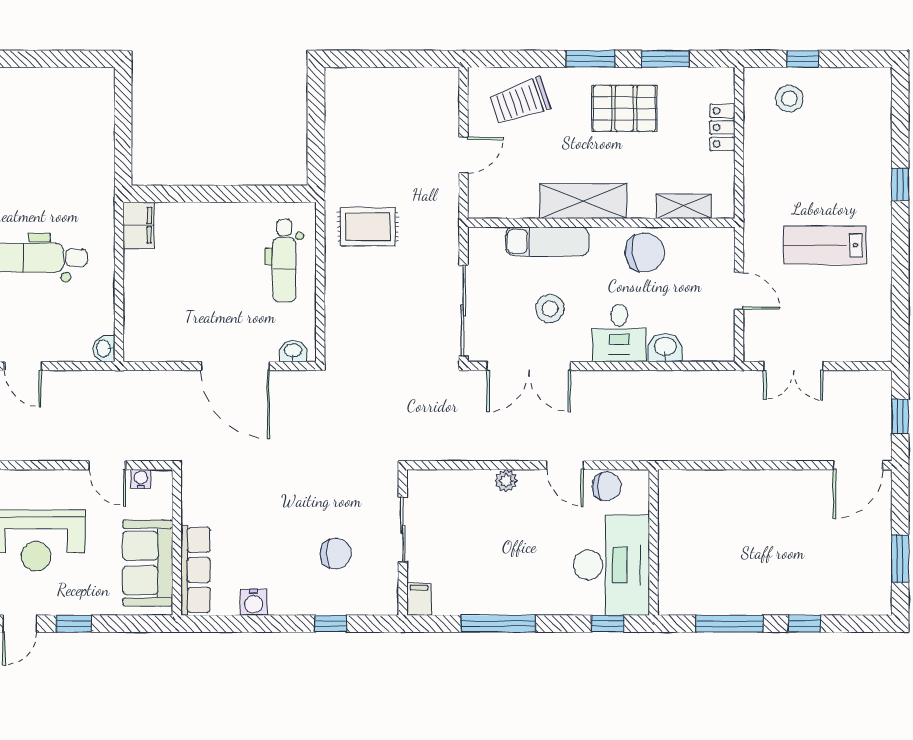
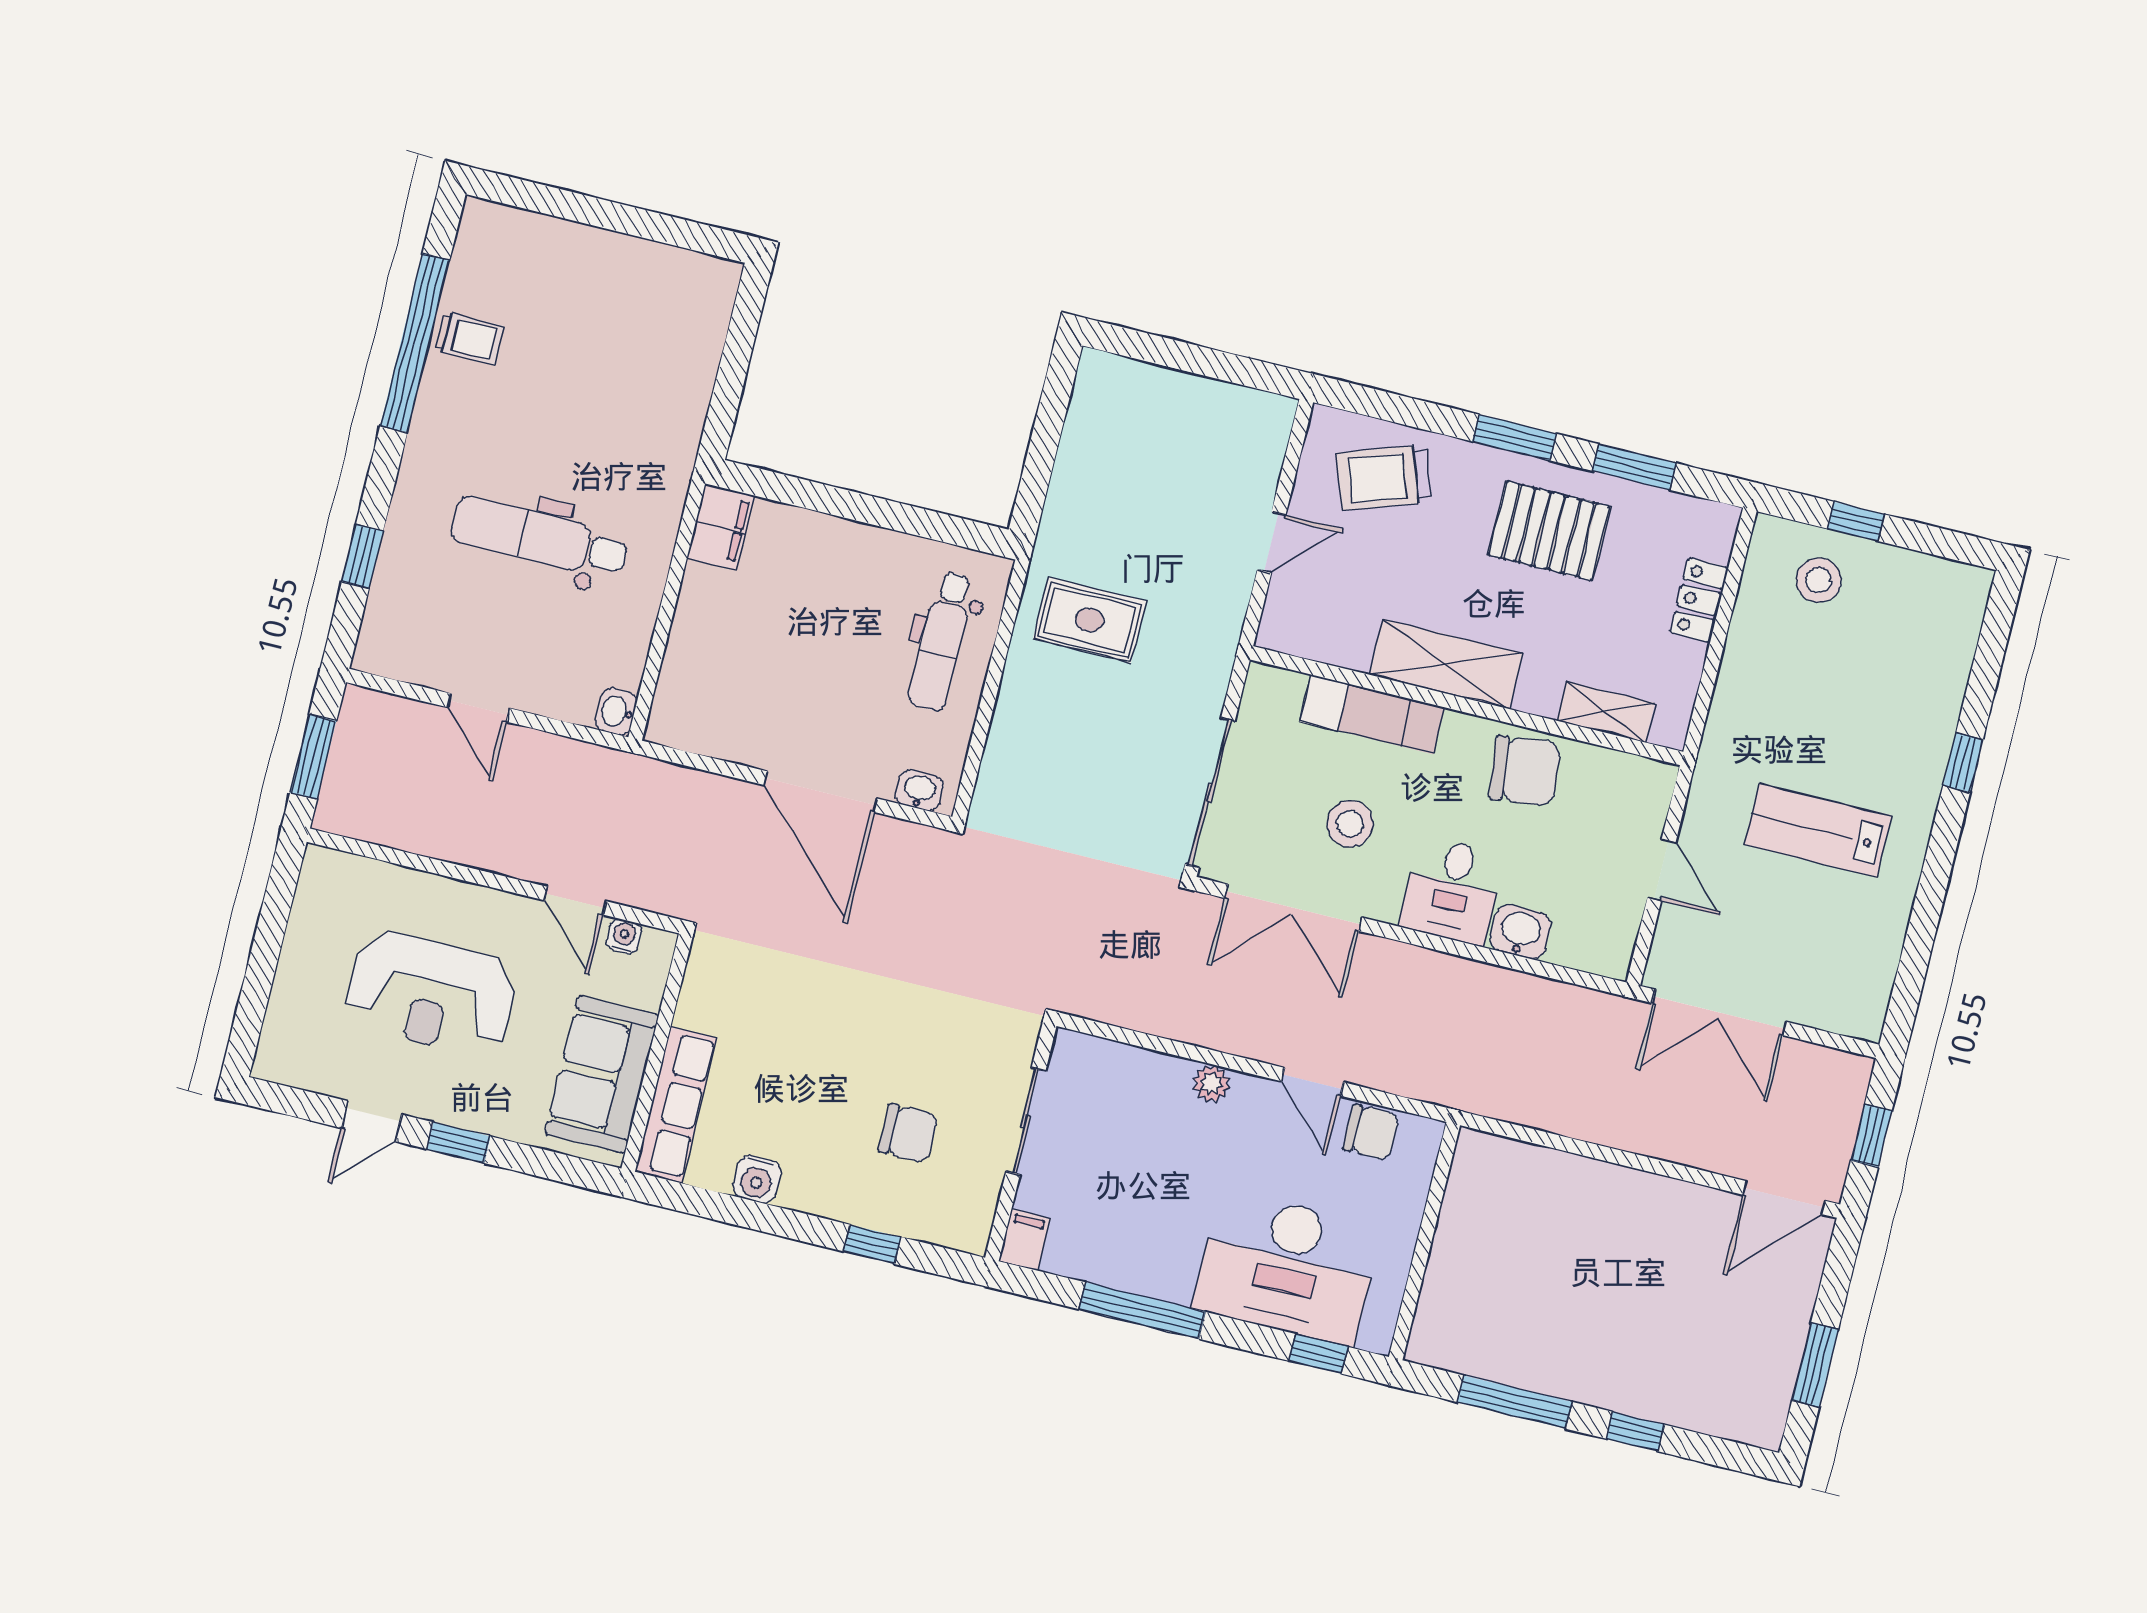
double door: (793, 366) -> (1719, 1012), width x1.37
desk: (612, 565) -> (1287, 1267), moved, turned 90

